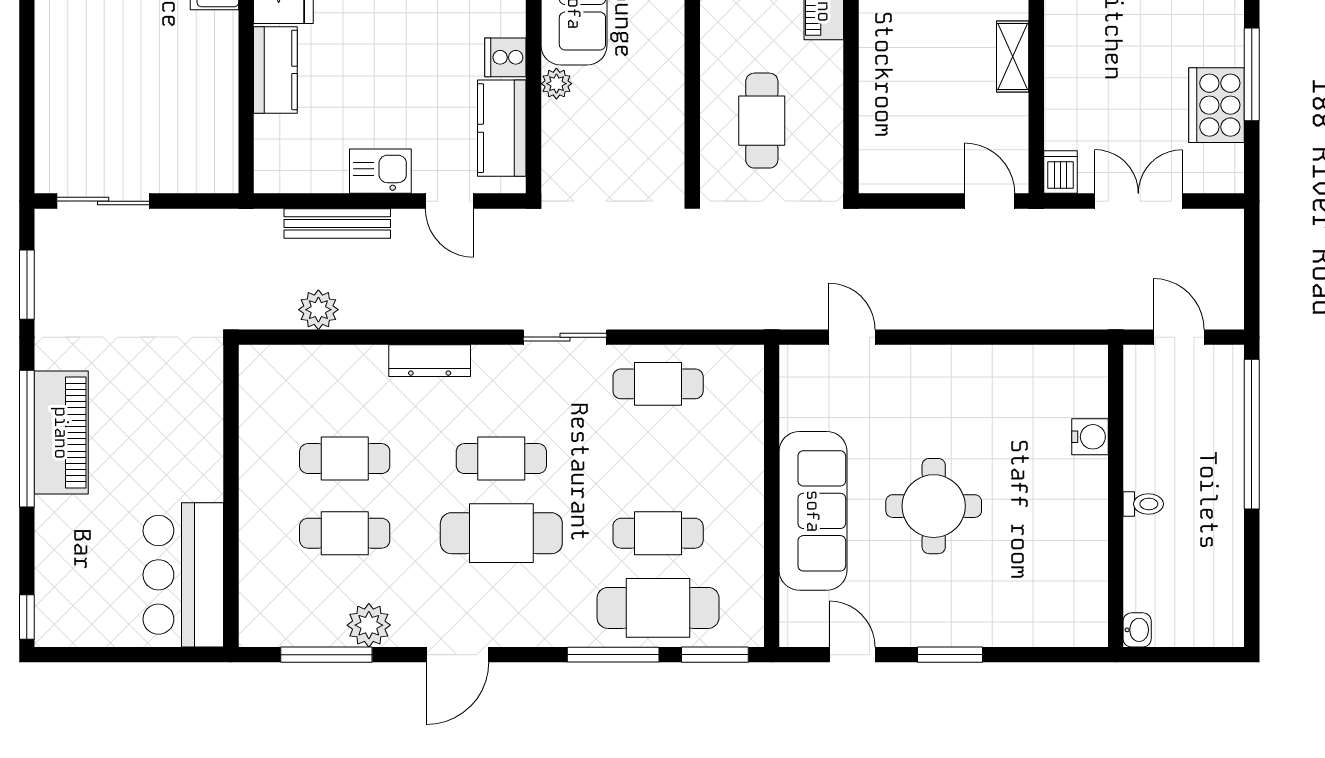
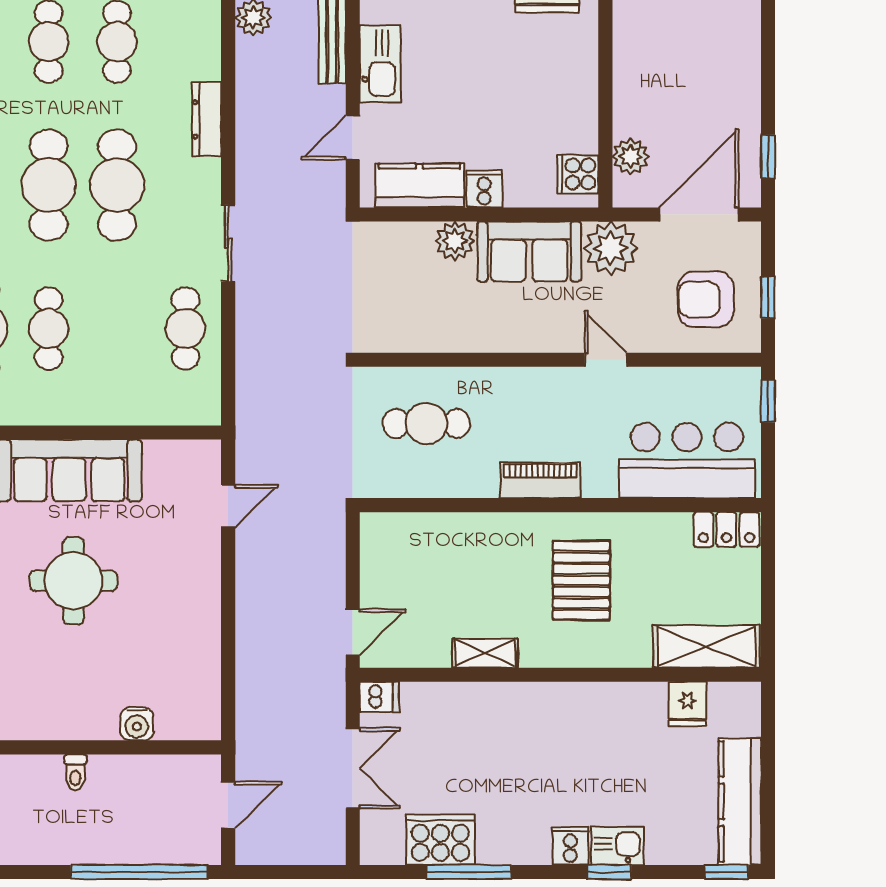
plant: (556, 84) -> (455, 241), width x1.38, depth x1.38
kitchen sink: (380, 171) -> (380, 64), width x1.38
cafe table: (501, 459) -> (117, 185), width x1.37, depth x1.35

